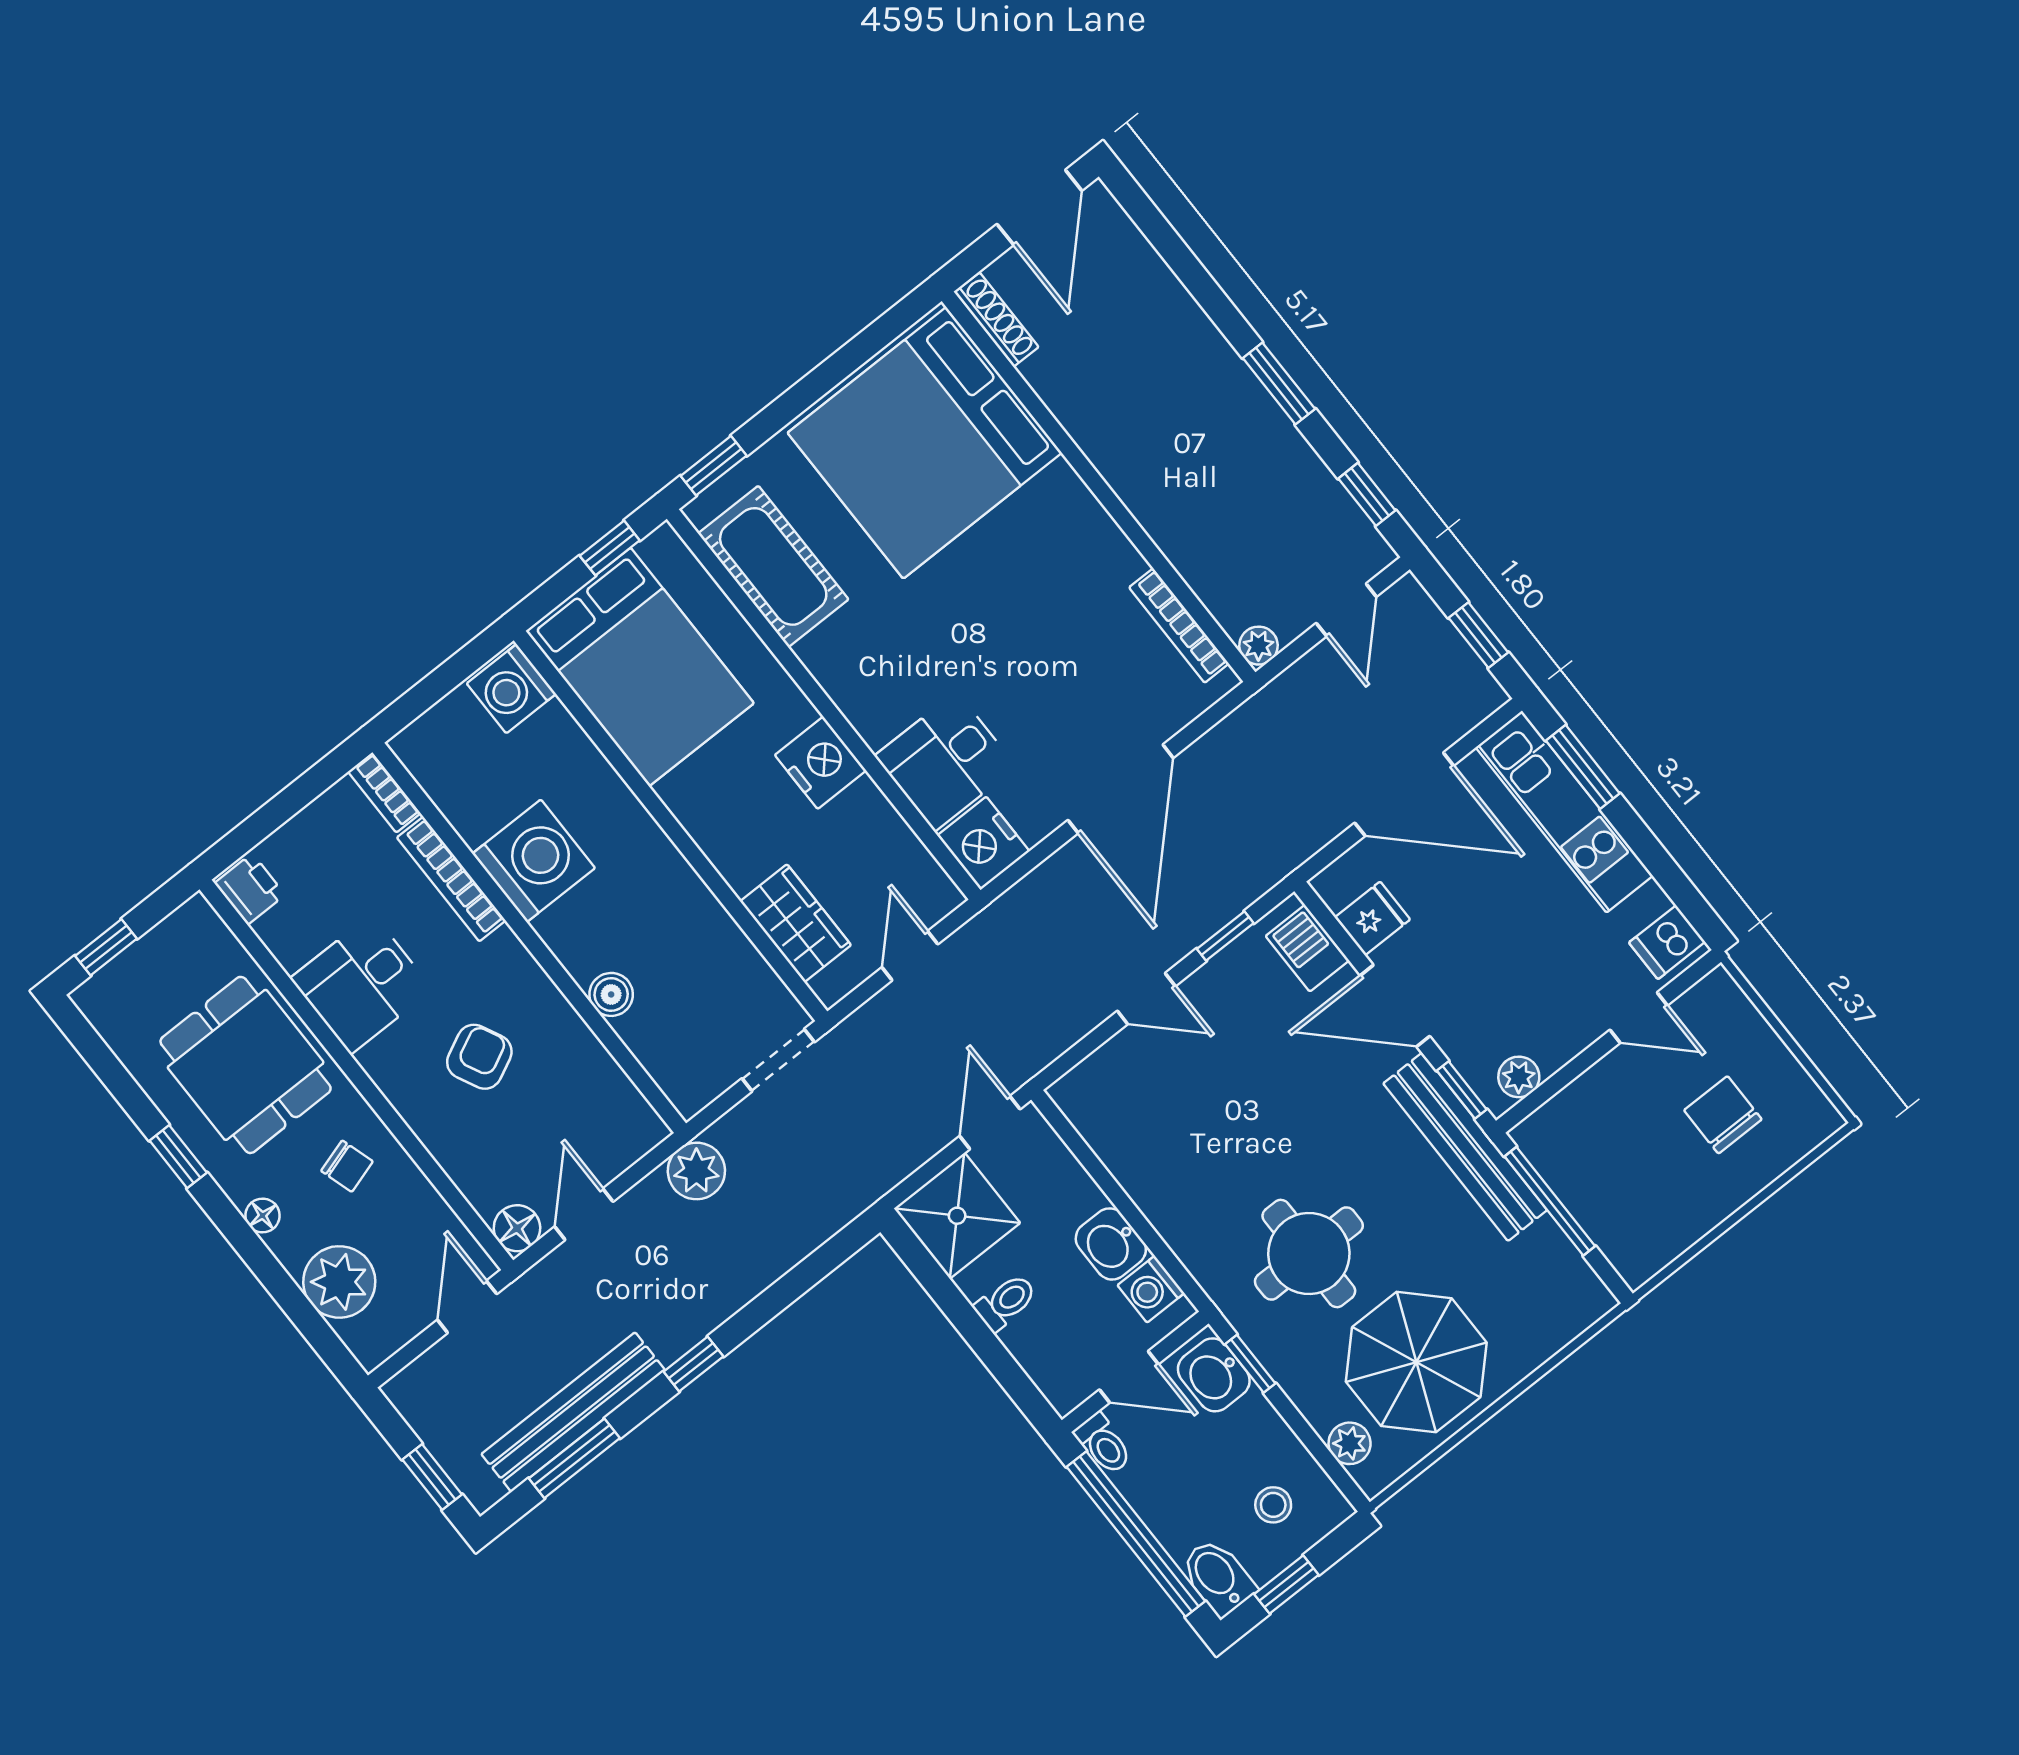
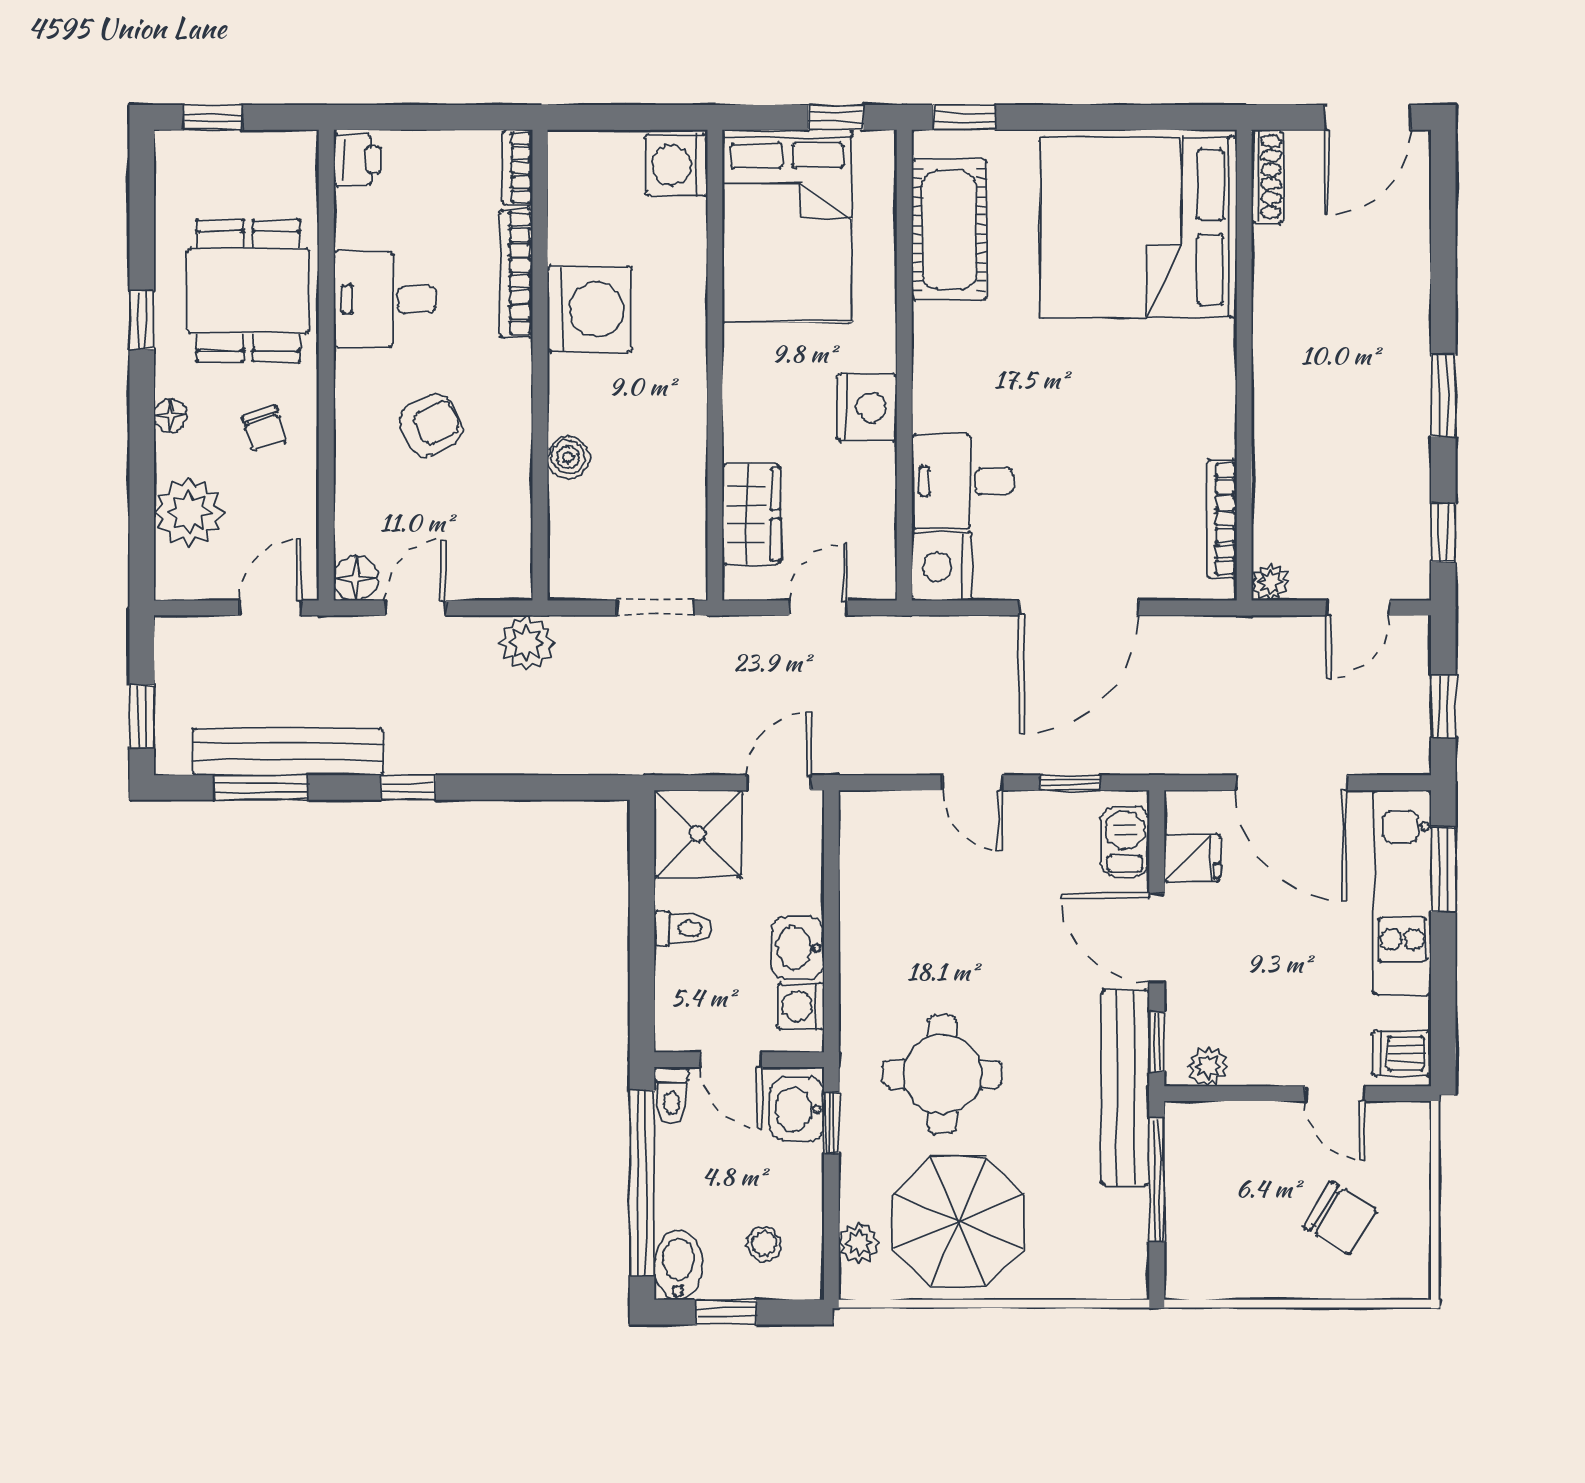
chair: (1723, 1115) -> (1340, 1218), turned 122

